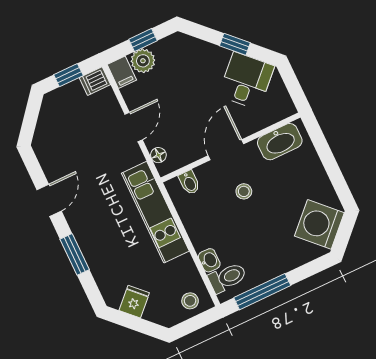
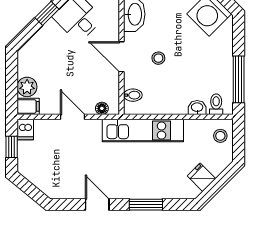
window: (143, 40) -> (12, 80), removed
toilet: (227, 278) -> (216, 104), width x0.73, depth x0.72

